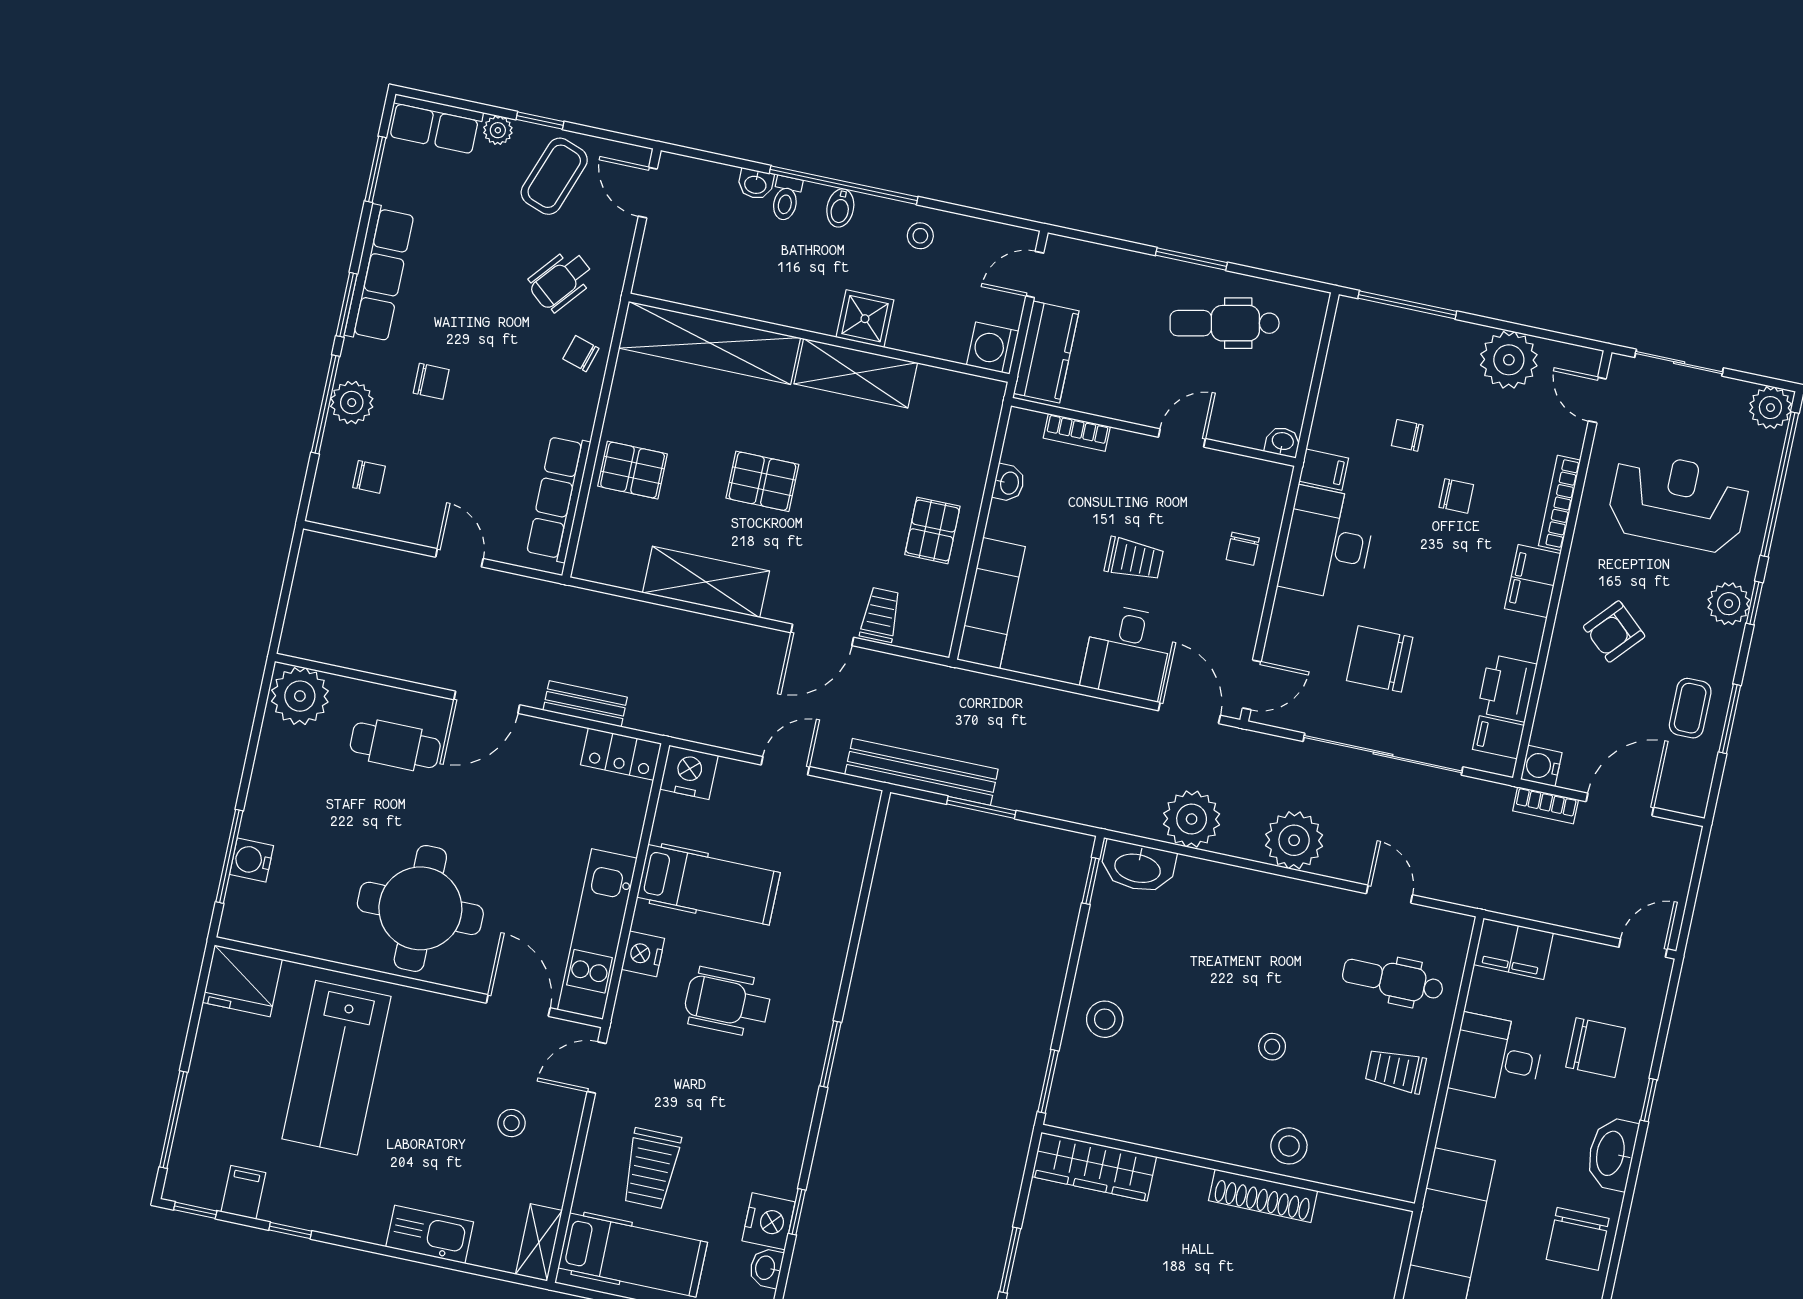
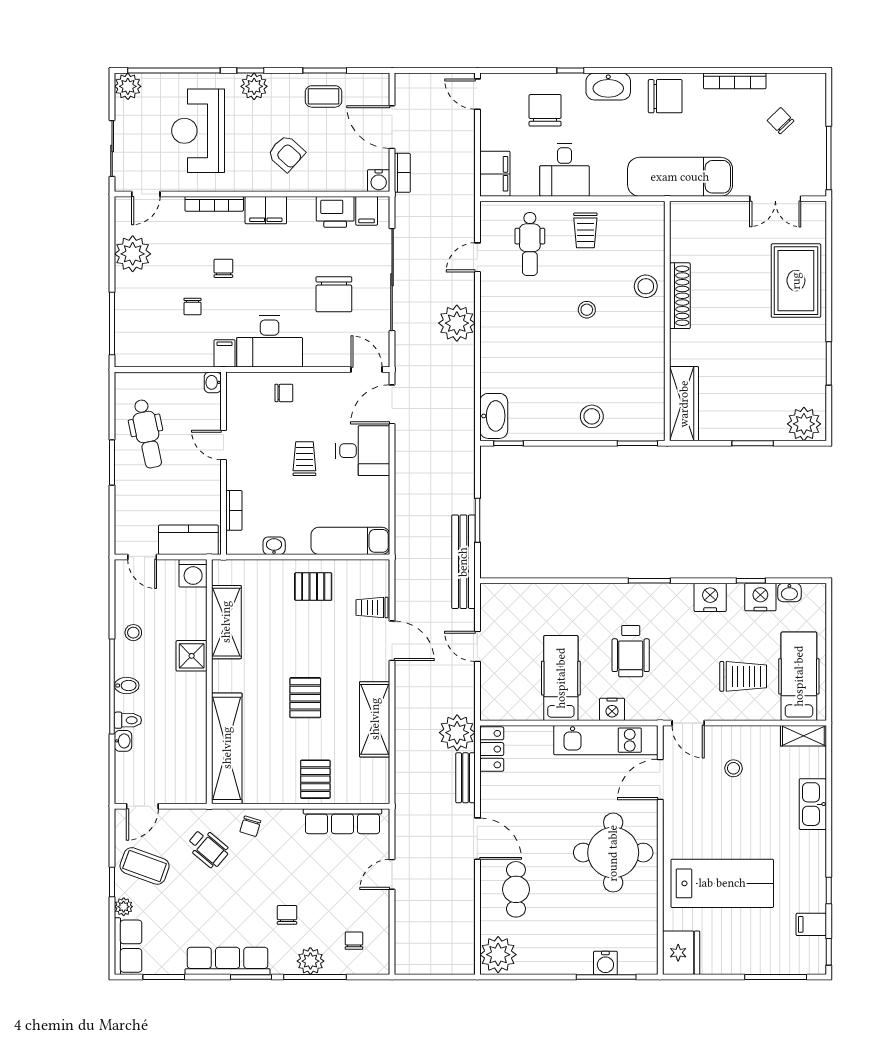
shelving: (856, 373) -> (226, 622), moved
nightstand: (689, 772) -> (710, 597), moved, turned 90
plant: (1192, 819) -> (457, 733), moved

